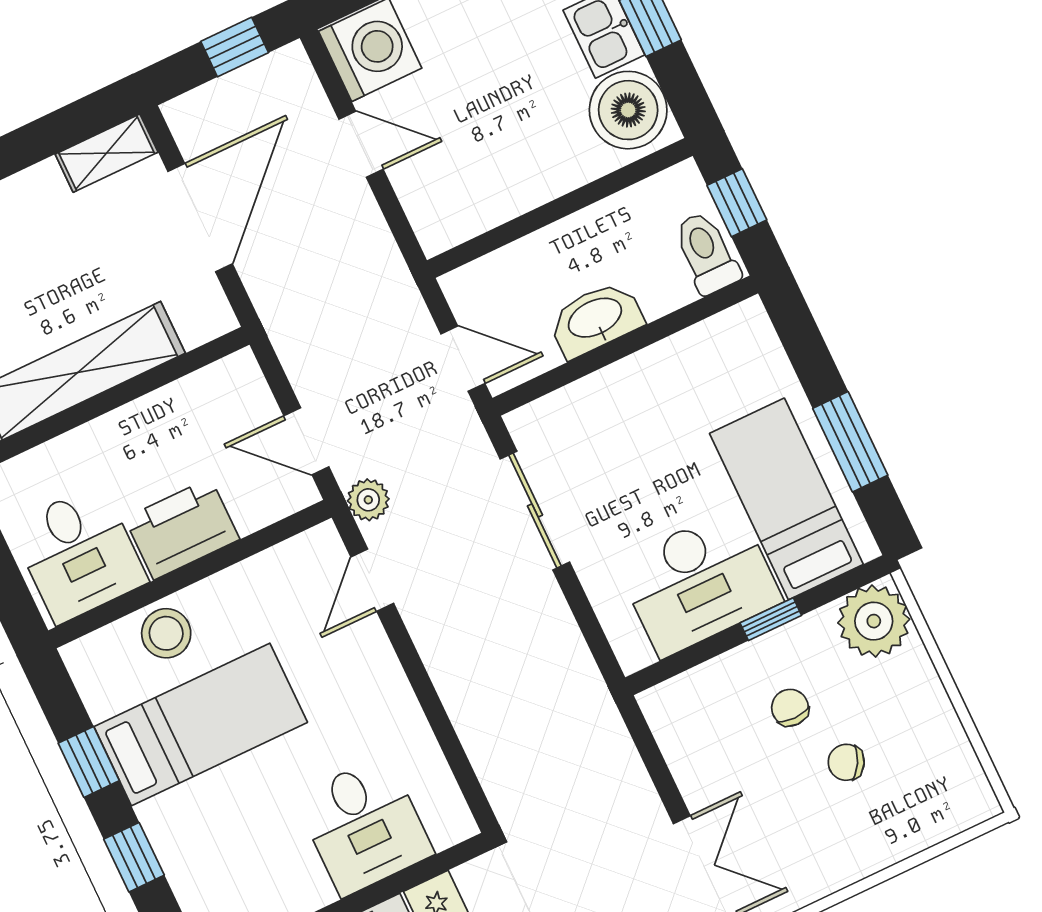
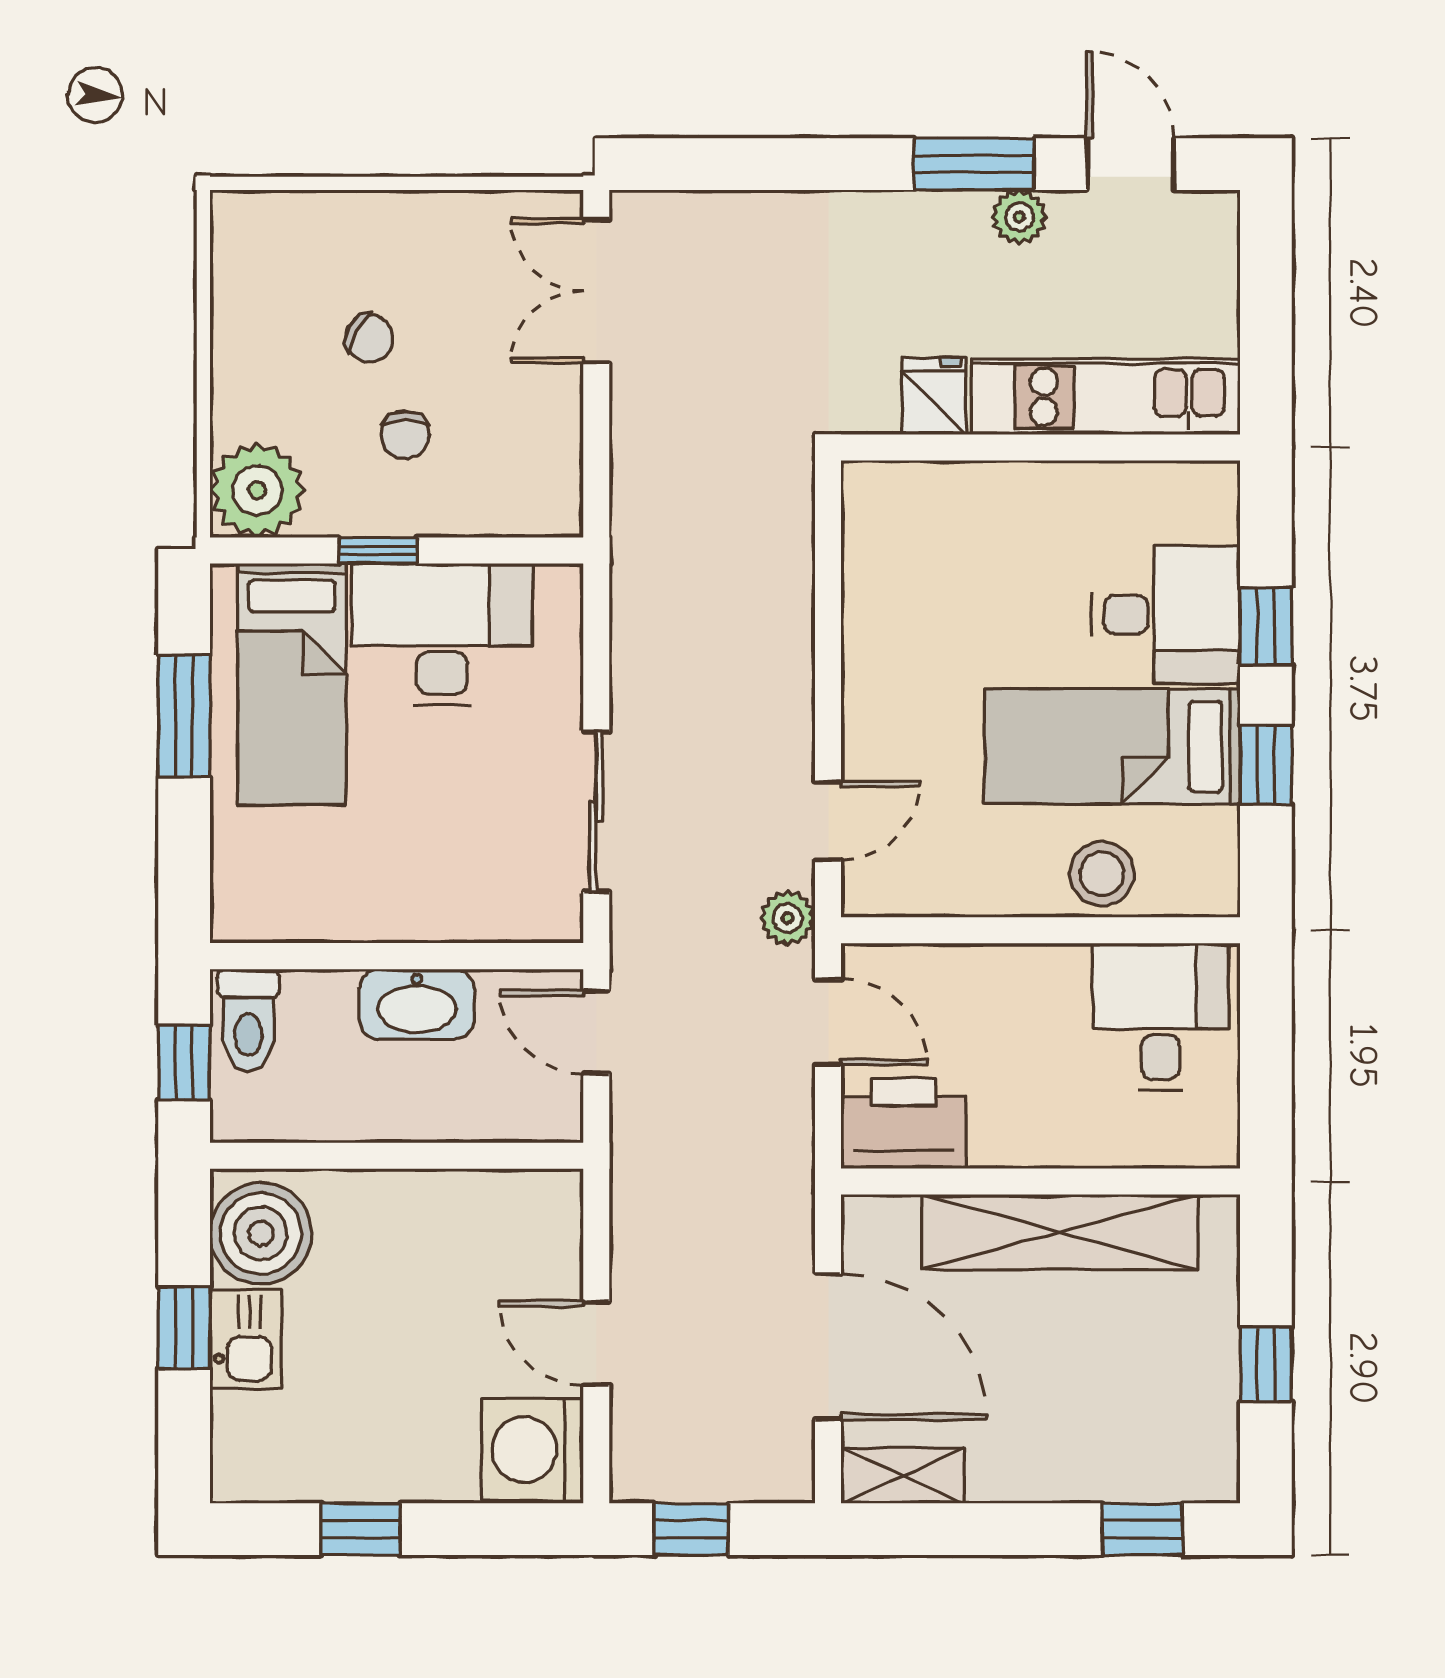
door: (200, 218) -> (828, 1347), swing flipped
printer: (182, 529) -> (904, 1124), moved, turned 180
desk: (364, 826) -> (1166, 615), moved, turned 90

